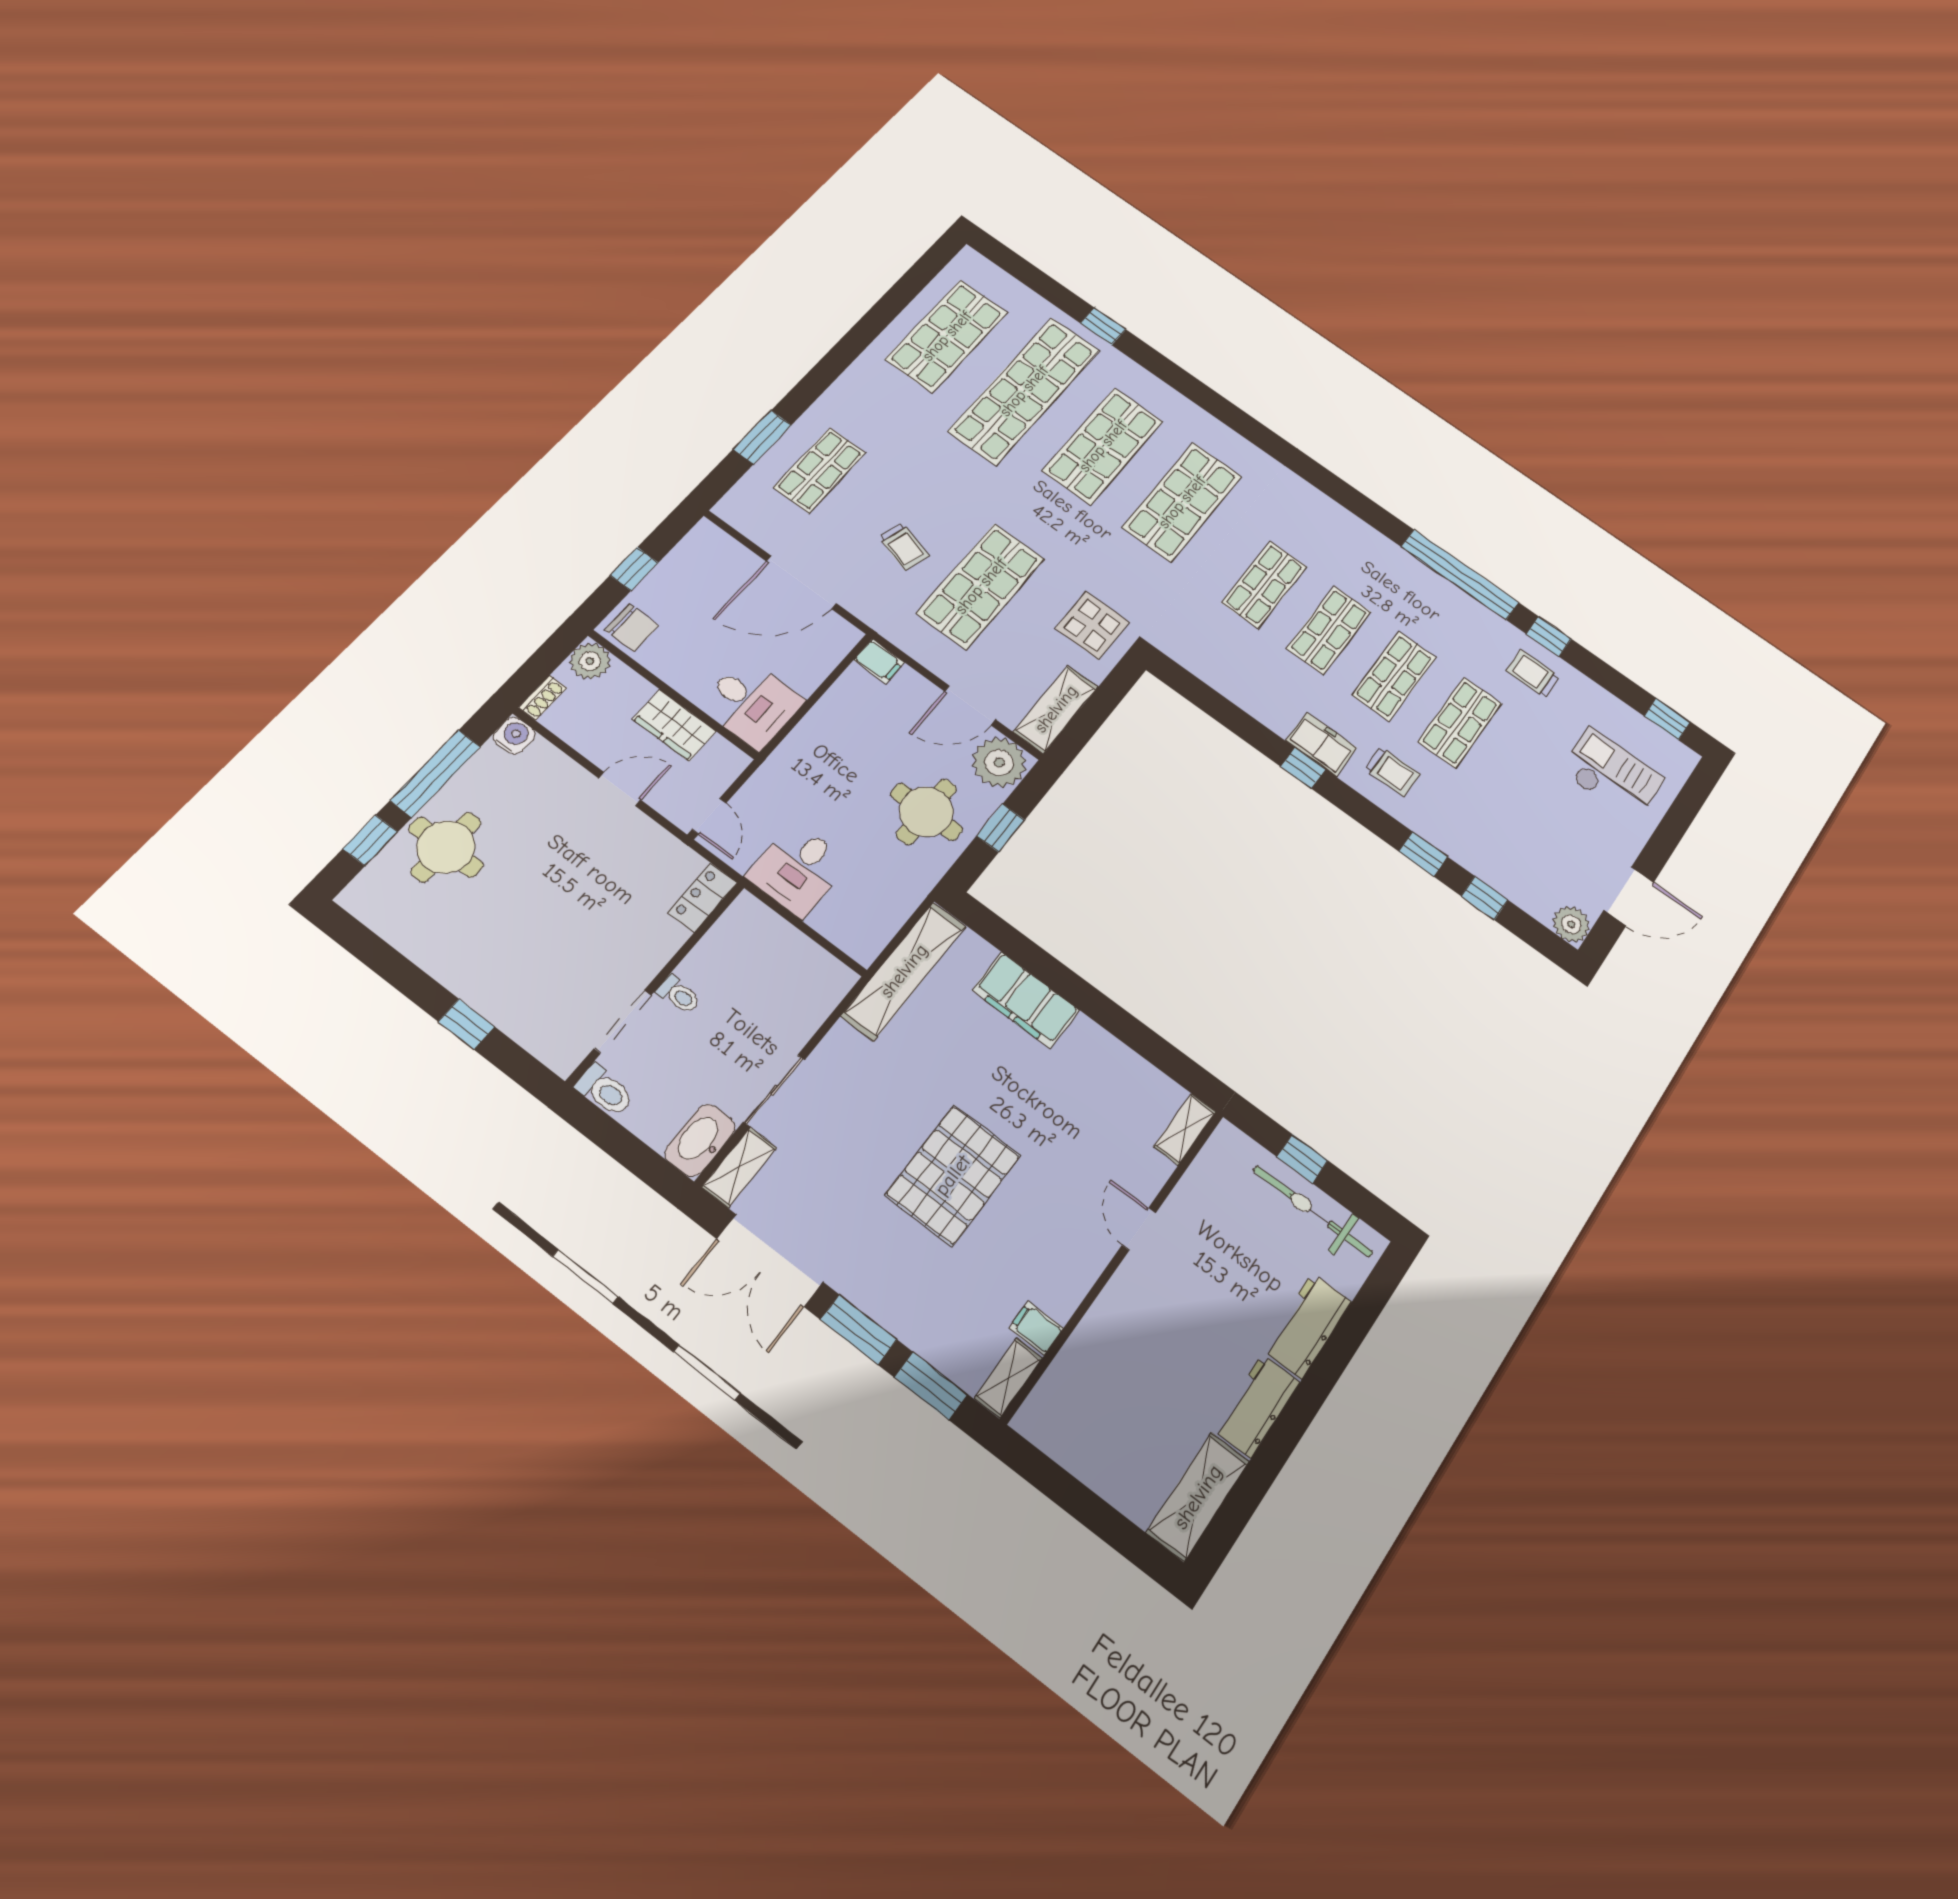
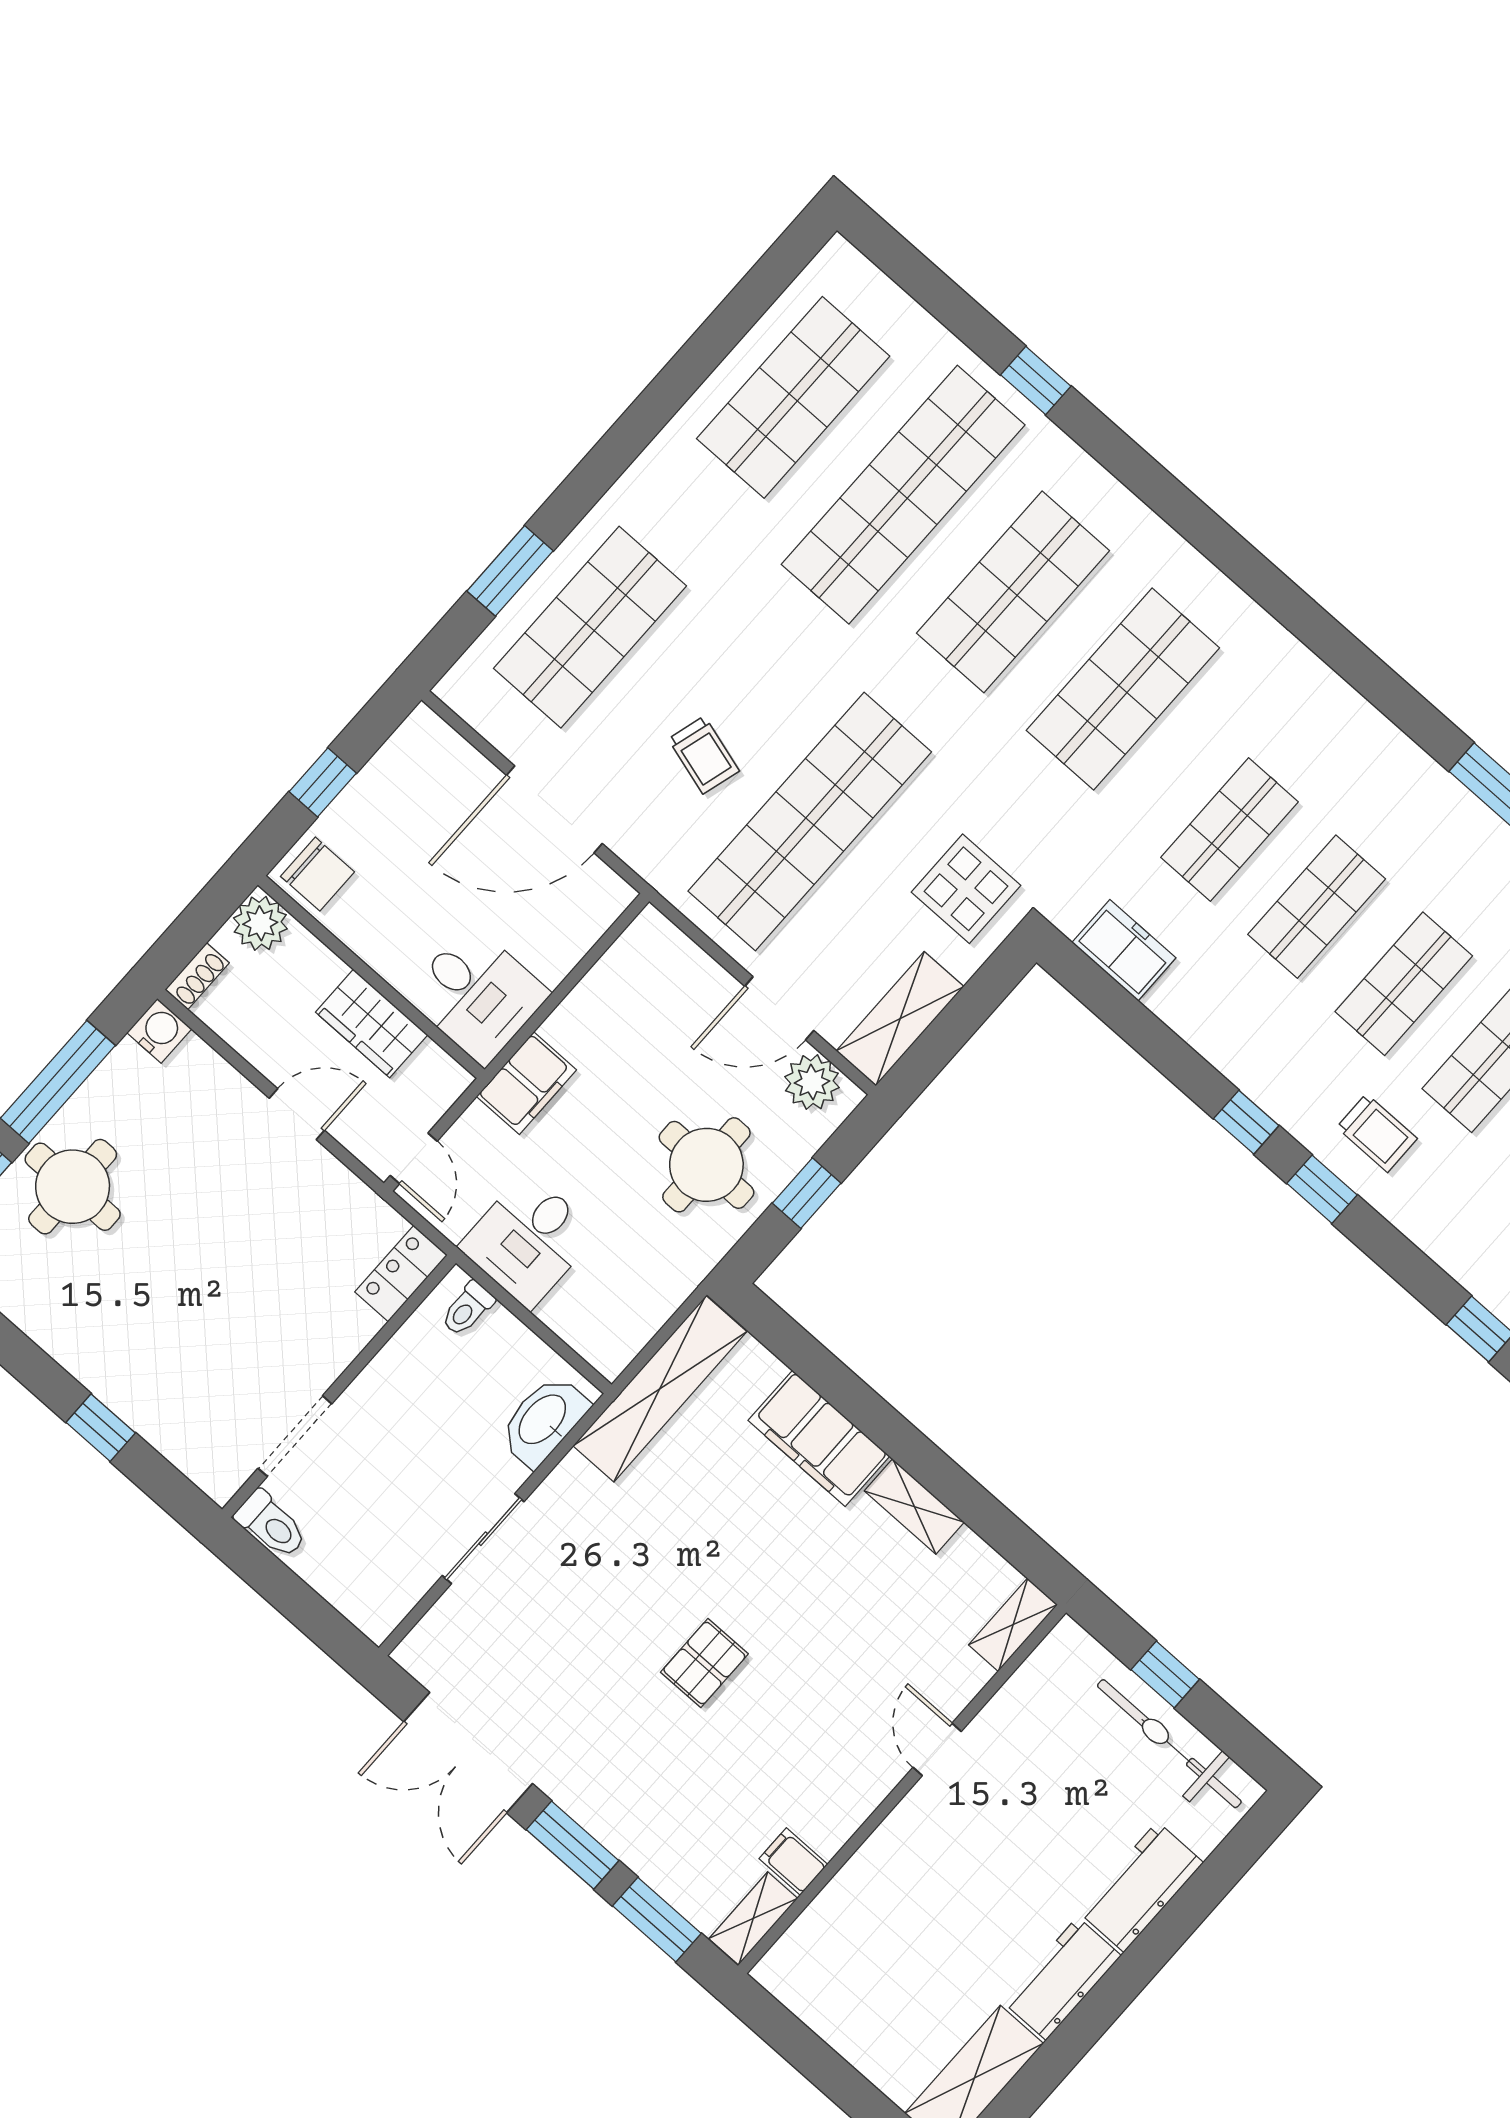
shop shelf: (820, 470) -> (590, 627), width x1.43, depth x1.36
shop shelf: (981, 586) -> (810, 822), width x1.40
filing cabinet: (879, 661) -> (526, 1083), moved, width x2.00
freezer: (1321, 744) -> (1124, 950), moved
plant: (999, 763) -> (812, 1082), width x0.73, depth x0.73
window: (1423, 854) -> (1322, 1189), moved
toilet: (679, 995) -> (468, 1309), moved, turned 90
washbasin: (700, 1140) -> (543, 1420), moved
shelving: (739, 1167) -> (914, 1507), moved, turned 90
pallet: (953, 1175) -> (704, 1663), width x0.49, depth x0.50

